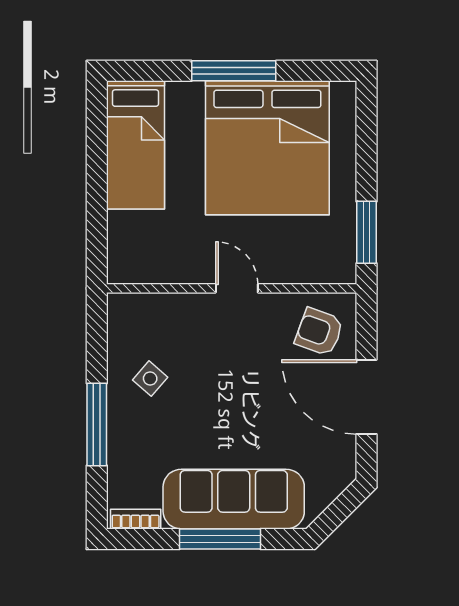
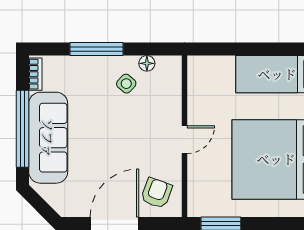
floor lamp: (119, 347) -> (147, 63), added
window: (220, 539) -> (22, 129), width x1.46

